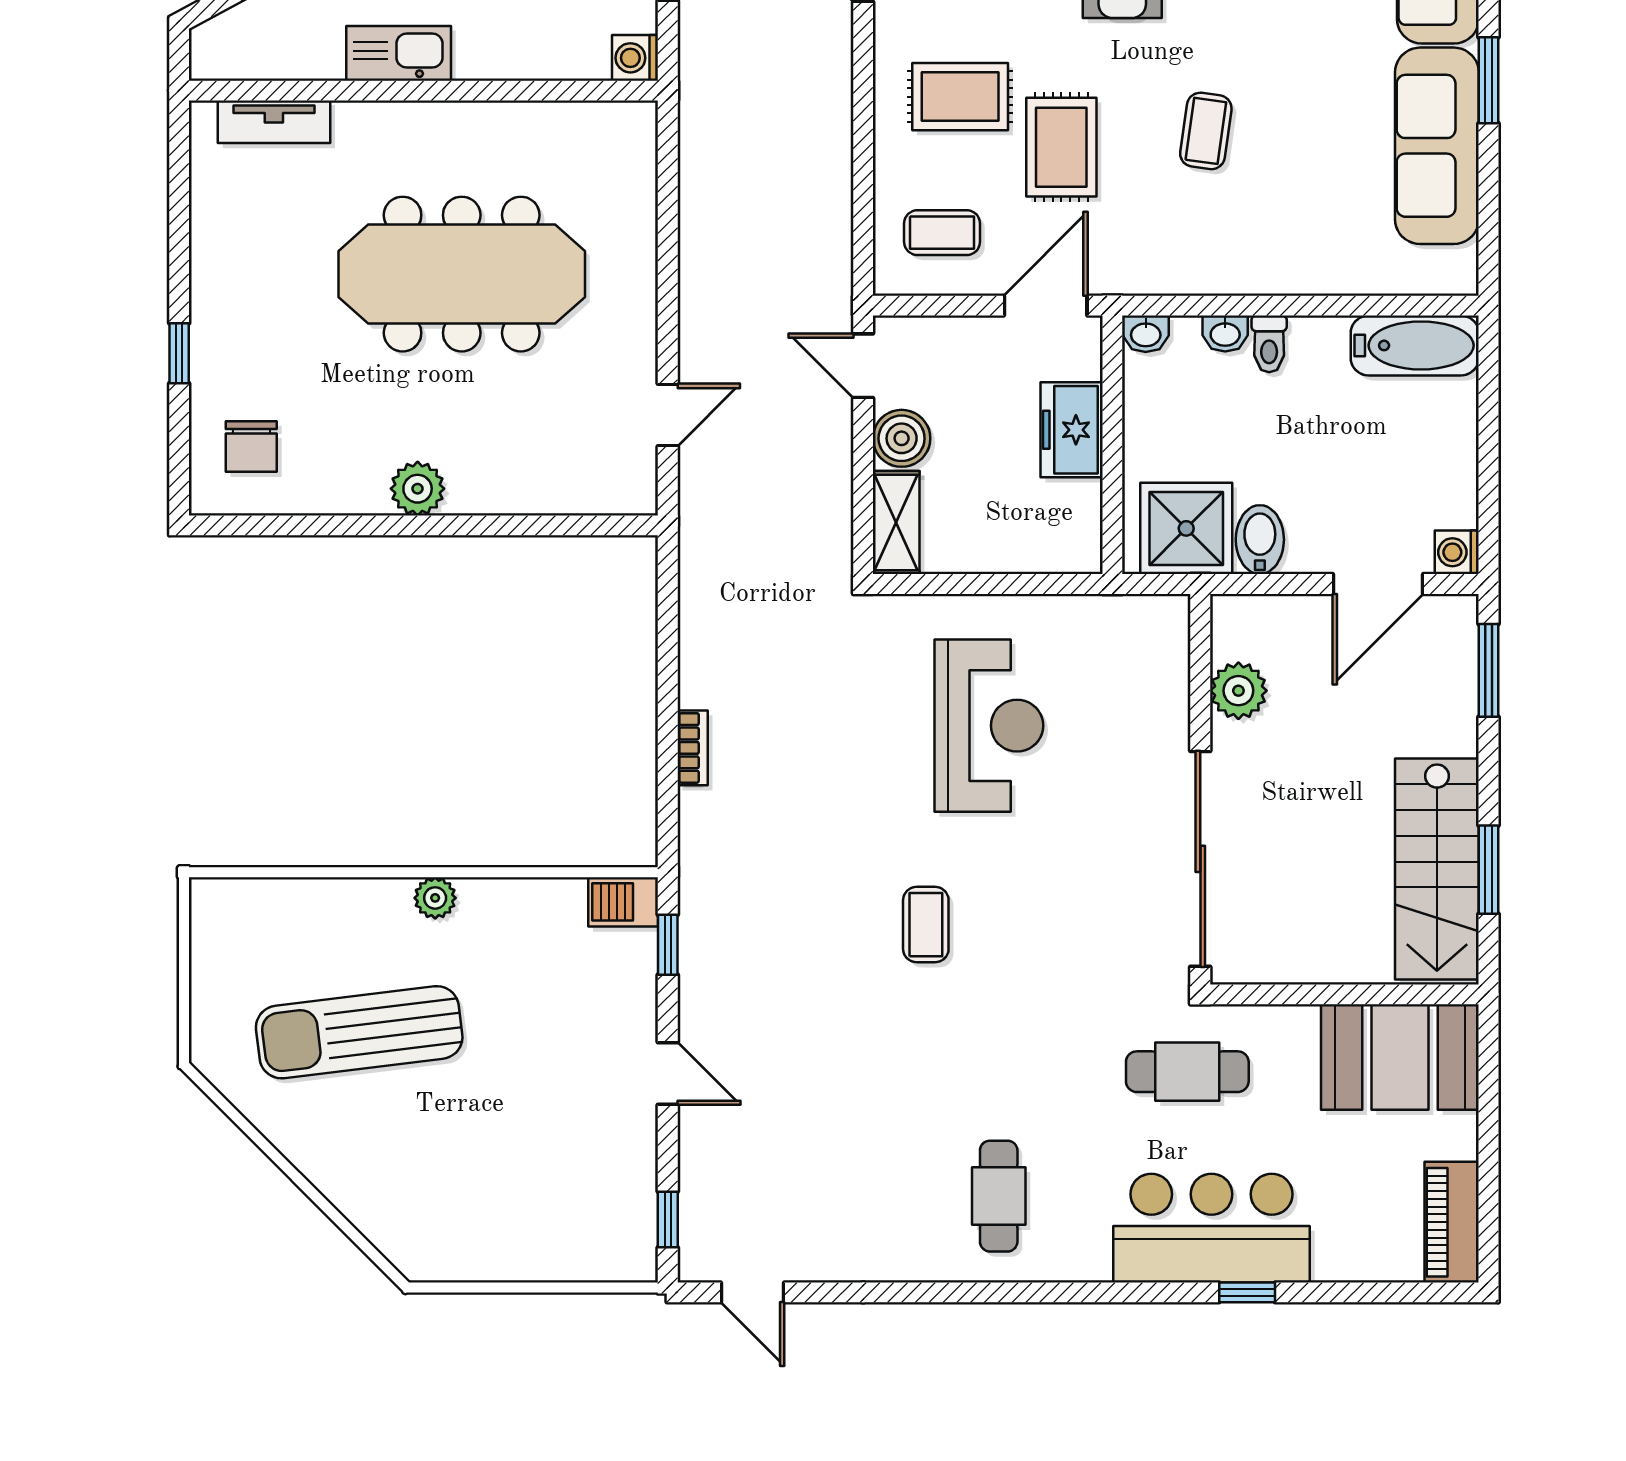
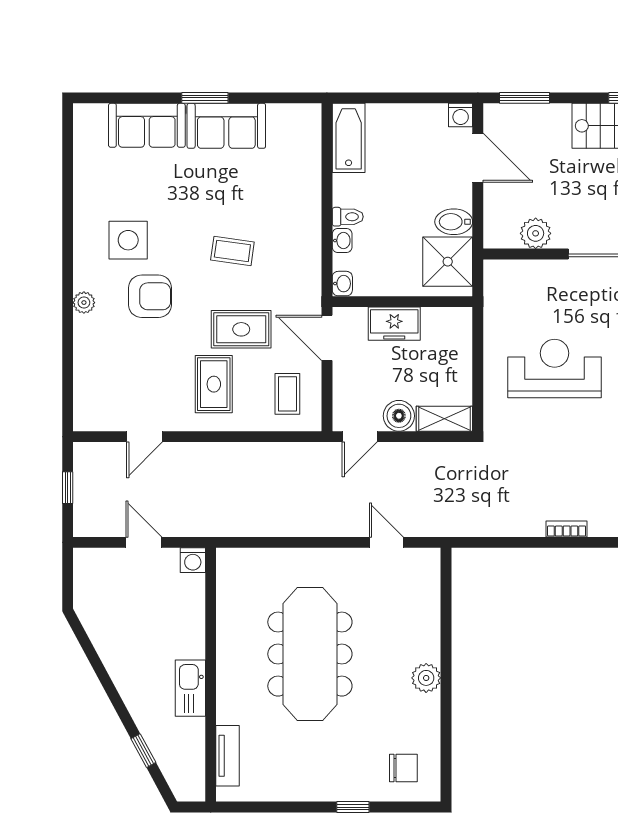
sofa: (1437, 146) -> (226, 126), width x0.73

